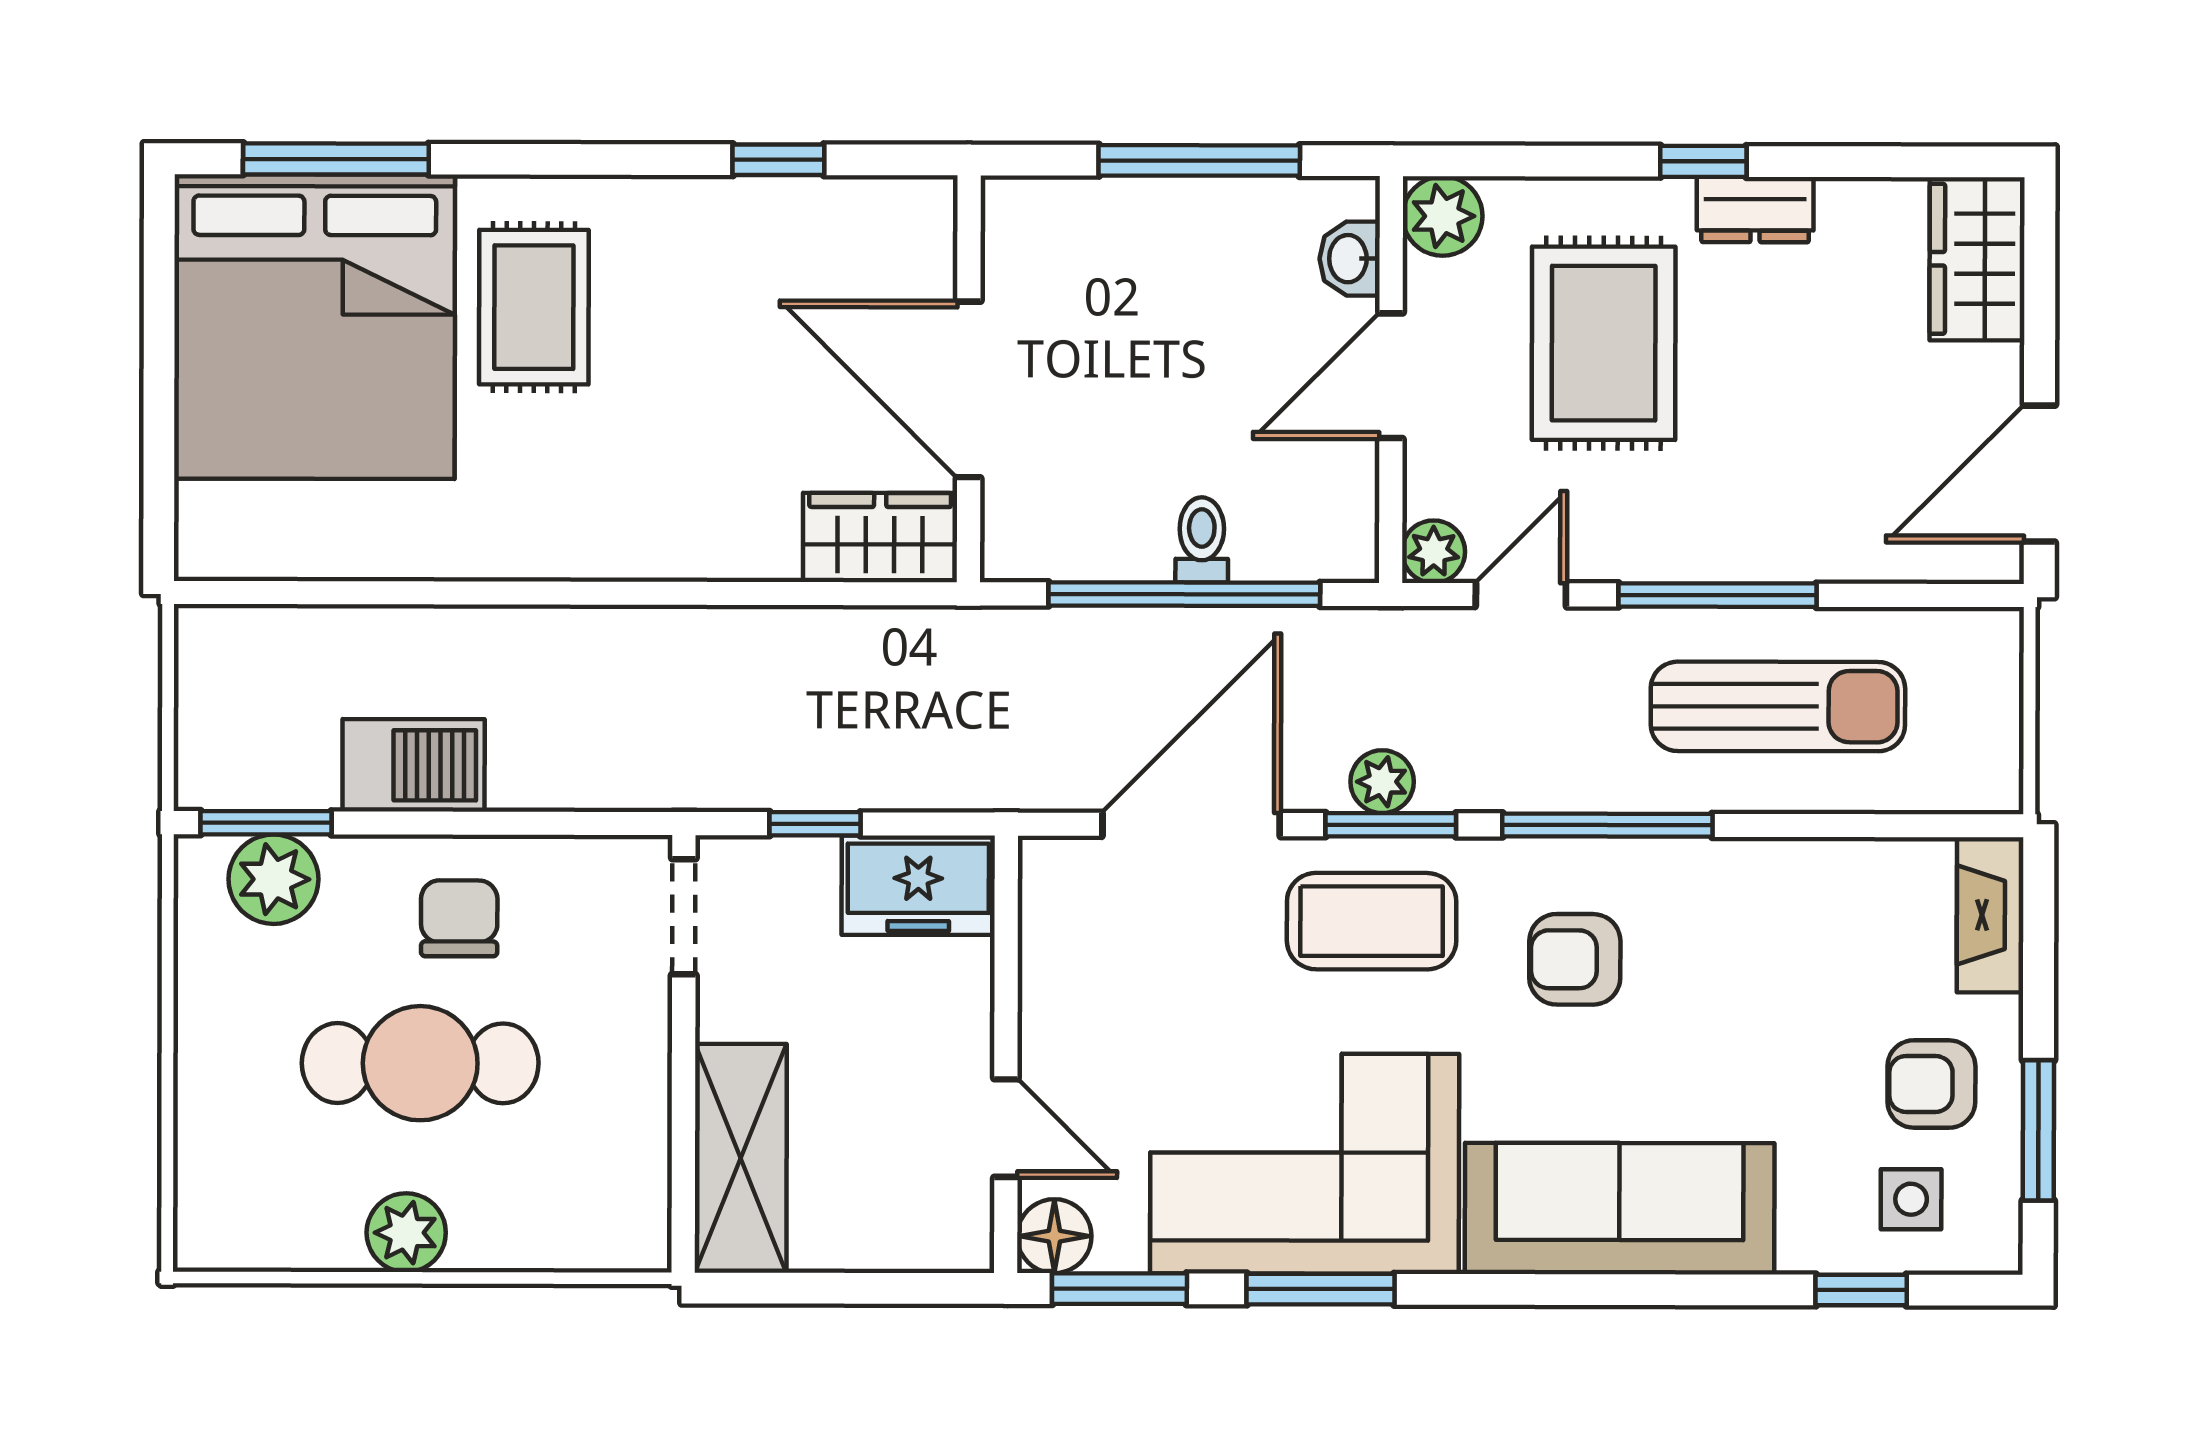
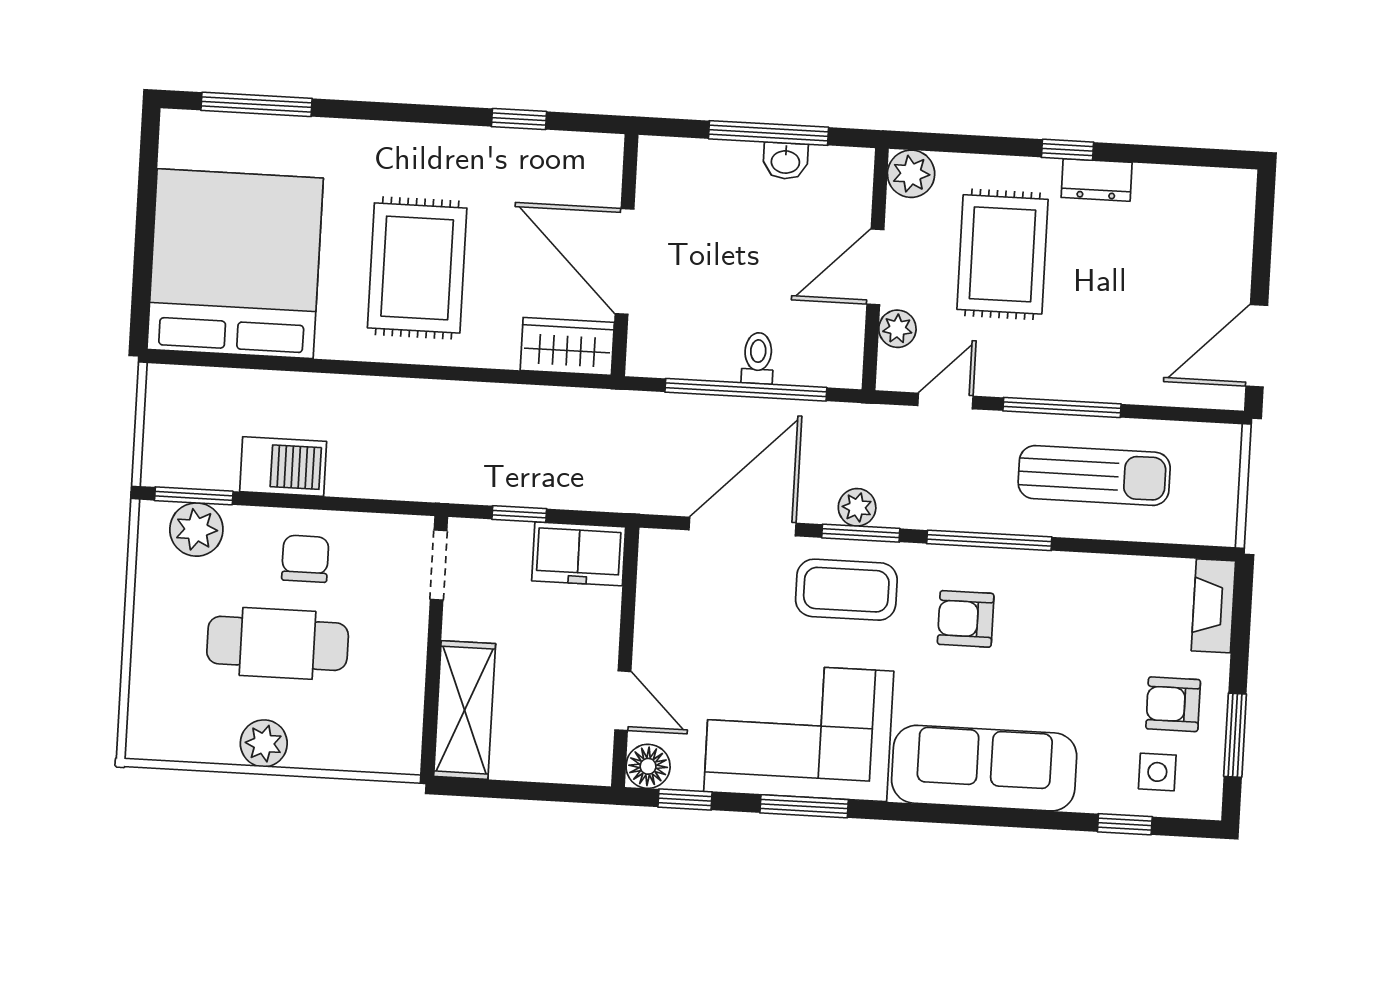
washbasin: (1350, 259) -> (785, 161), moved, turned -90
wardrobe: (1977, 259) -> (1227, 216), removed
rug: (534, 307) -> (417, 268), moved, width x1.36, depth x1.43
bed: (315, 327) -> (235, 264), moved, turned 180
plant: (1434, 552) -> (897, 329), moved
window: (1119, 1289) -> (685, 800), width x0.67

